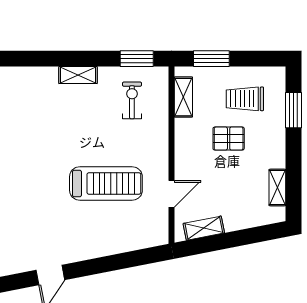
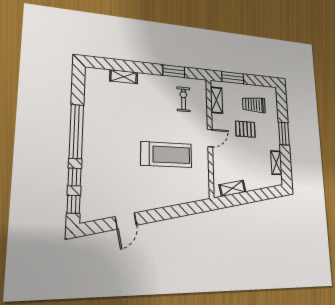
window: (137, 59) -> (174, 71), moved
shelving: (78, 75) -> (124, 77), moved
window: (293, 110) -> (284, 134), moved
door: (171, 194) -> (210, 138), moved

